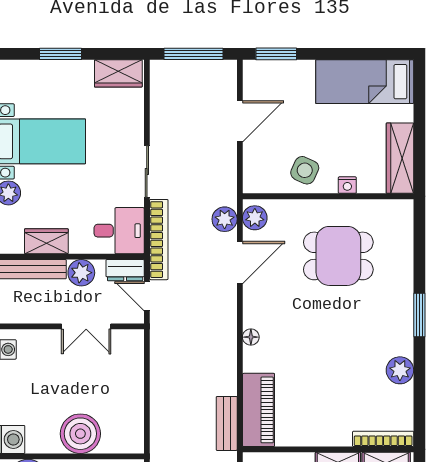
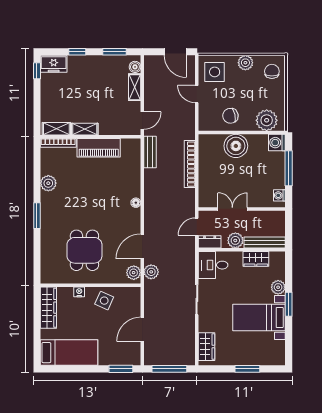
wardrobe: (118, 73) -> (207, 347), moved, turned 90
bookcase: (159, 240) -> (190, 164), moved
dining table: (338, 256) -> (84, 250), turned 90
door: (147, 296) -> (197, 227), swing flipped
piano: (259, 410) -> (99, 148), moved, turned -90

